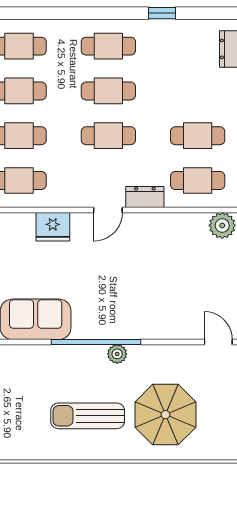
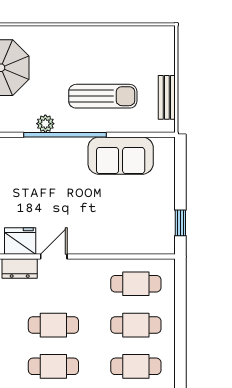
fridge: (53, 227) -> (20, 241), moved
sun lounger: (88, 416) -> (103, 96), moved

